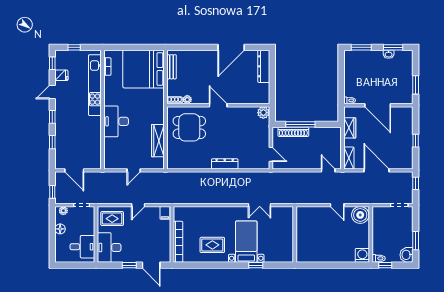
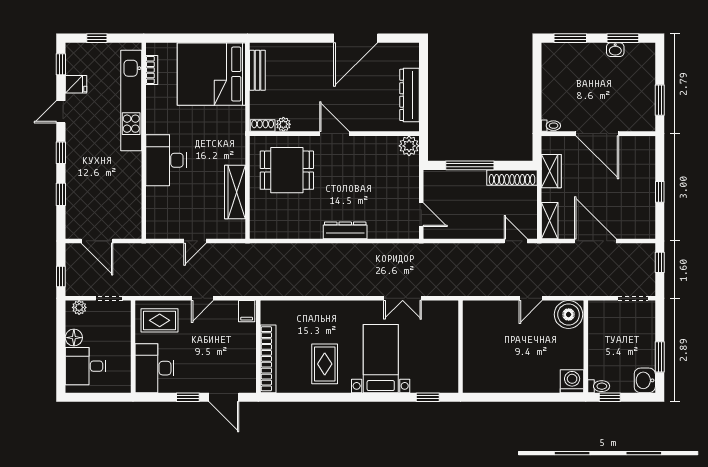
dresser: (264, 66) -> (409, 95), moved
shoe rack: (293, 132) -> (512, 178), moved
door: (337, 205) -> (531, 298), hinge flipped
rug: (212, 245) -> (325, 364), turned 90
desk: (82, 247) -> (86, 366), moved, turned 180
window: (256, 265) -> (428, 397), moved

